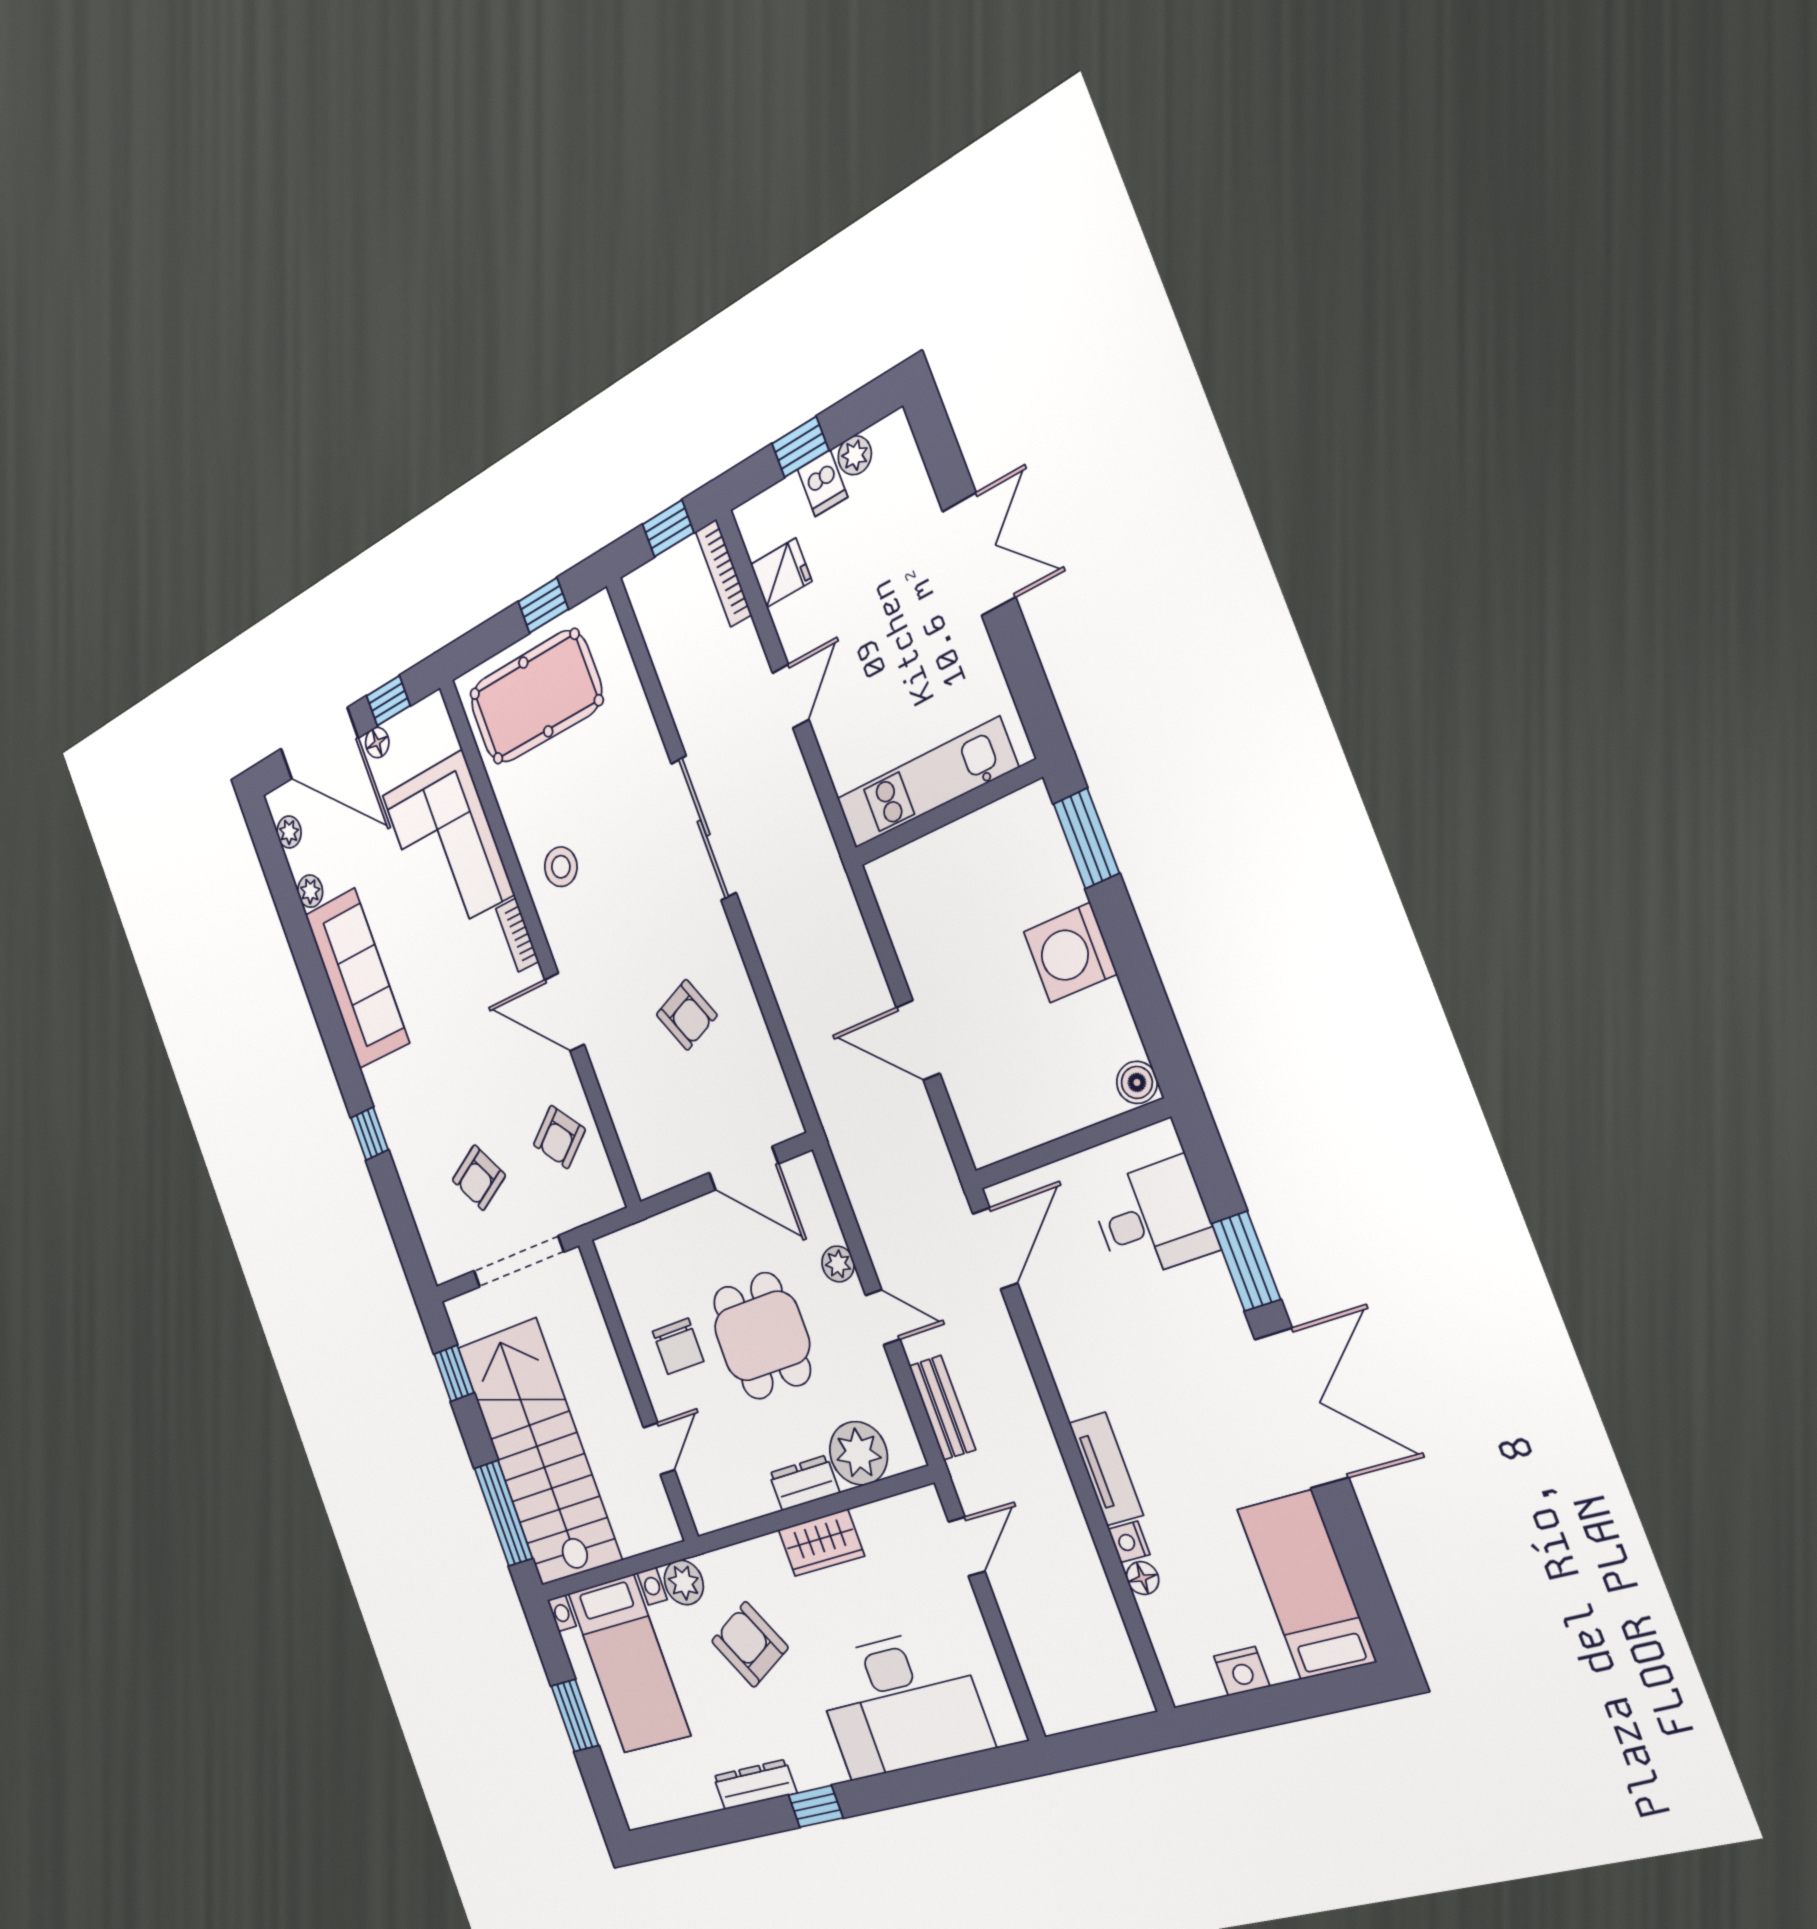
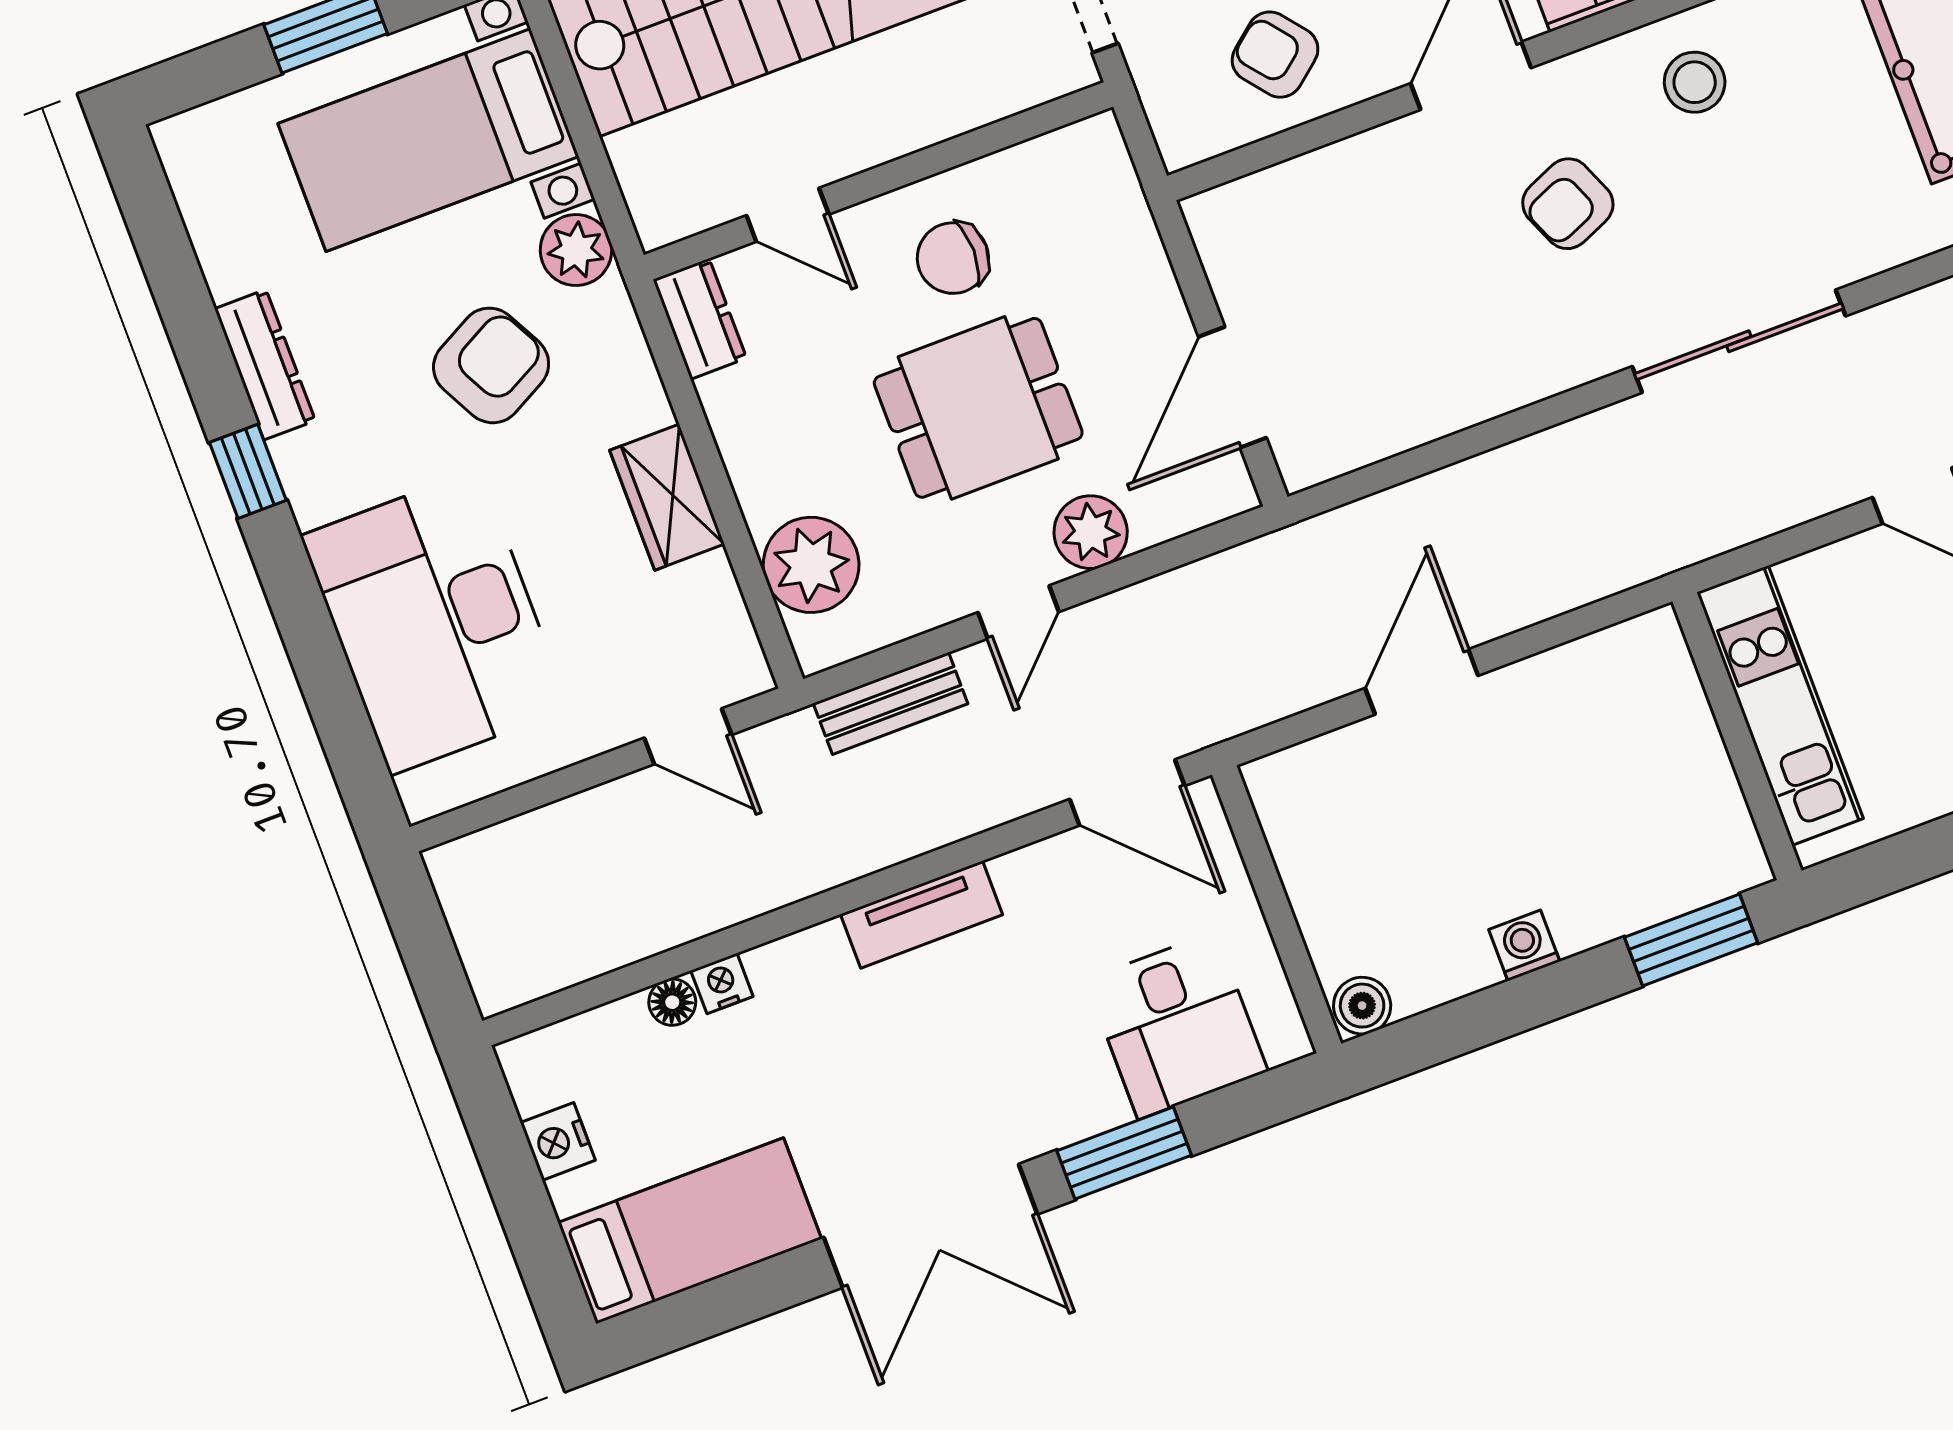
washing machine: (1070, 953) -> (1524, 945), width x0.53, depth x0.53
armchair: (687, 1015) -> (1568, 204), moved
plant: (838, 1264) -> (1091, 532), width x1.38, depth x1.38
tv unit: (1106, 1469) -> (922, 914), moved
dresser: (804, 1483) -> (700, 319), moved

